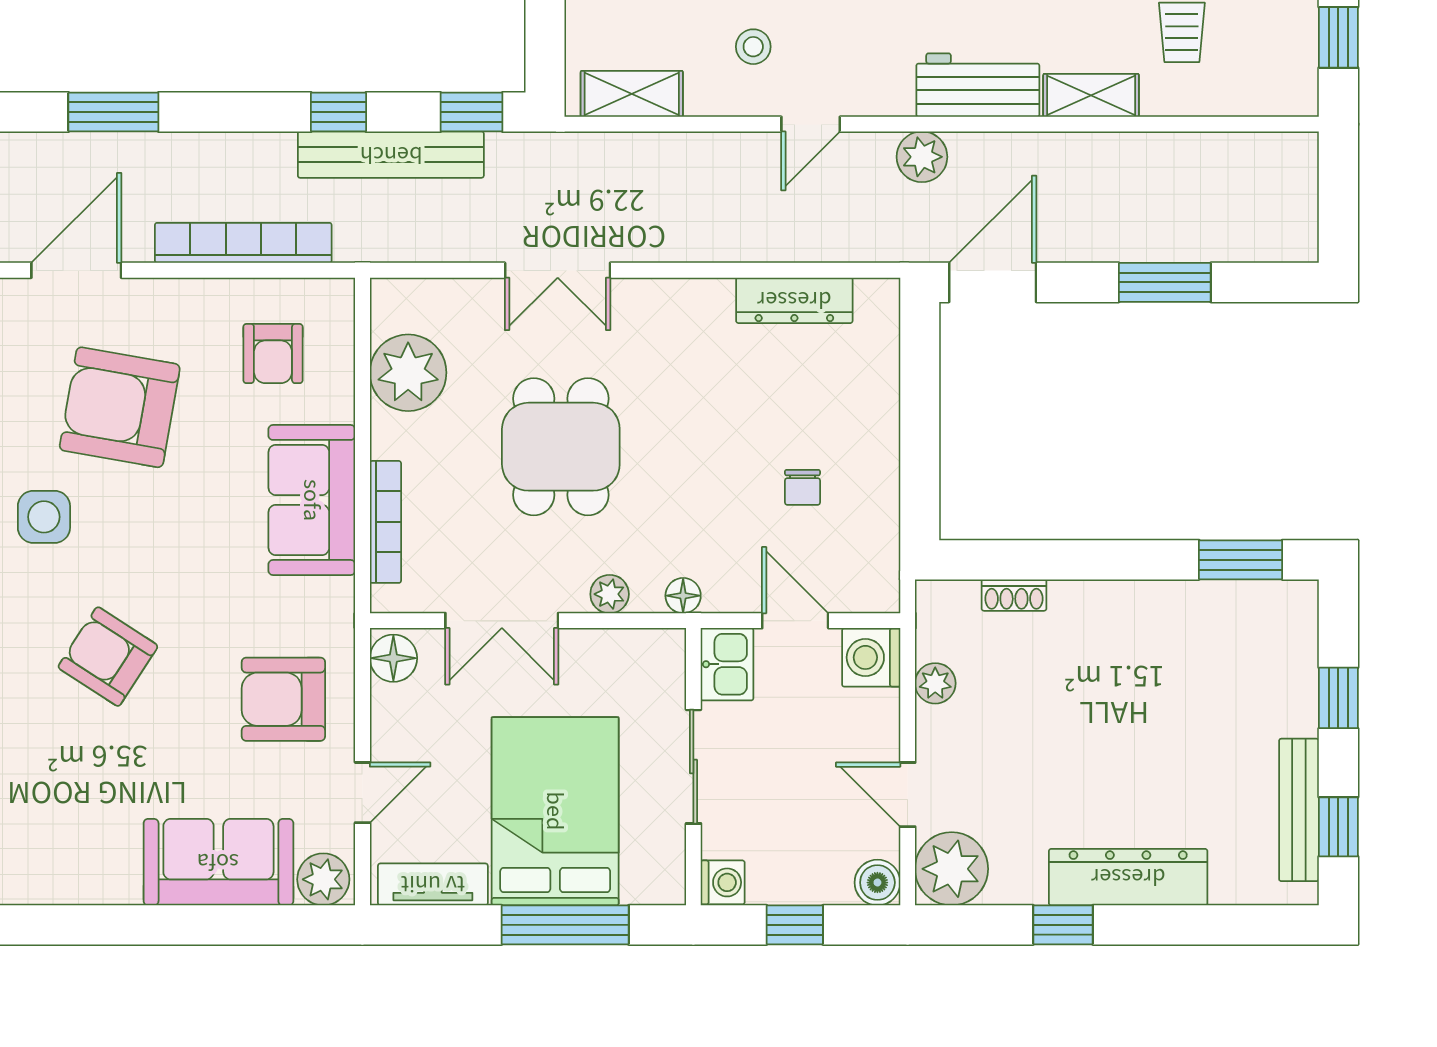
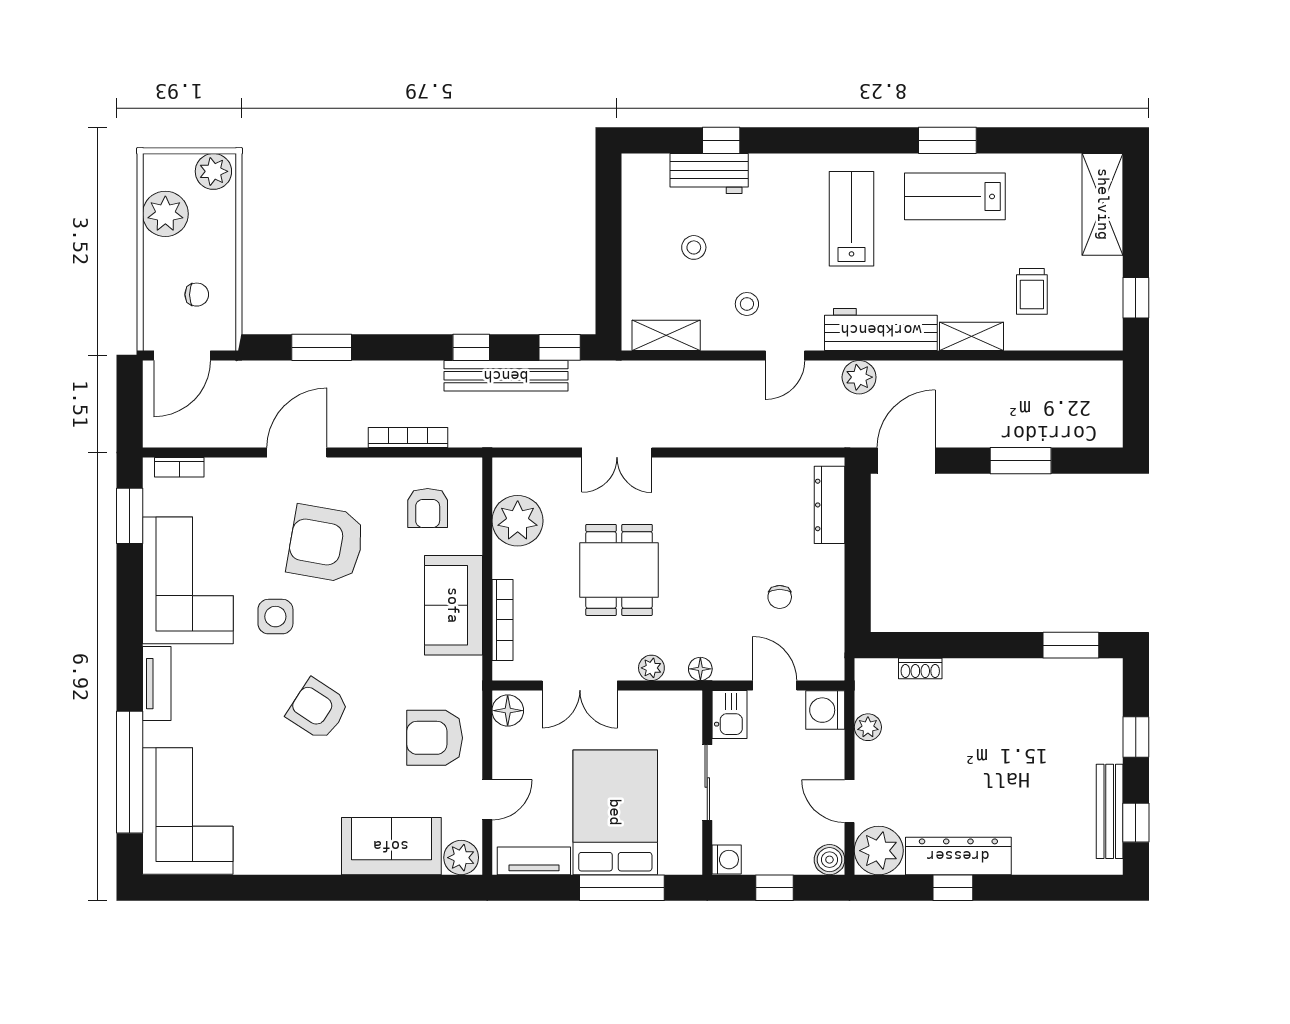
workbench: (978, 85) -> (881, 330), width x1.38
bookcase: (243, 243) -> (408, 438), width x0.68, depth x0.76
dresser: (794, 300) -> (830, 505), moved, turned 90
dresser: (1128, 877) -> (958, 856), moved

